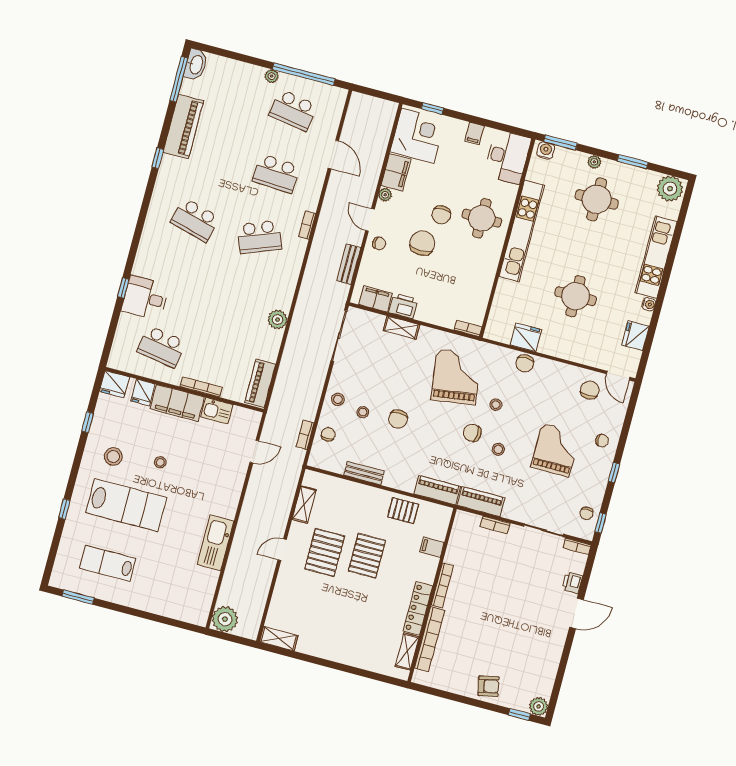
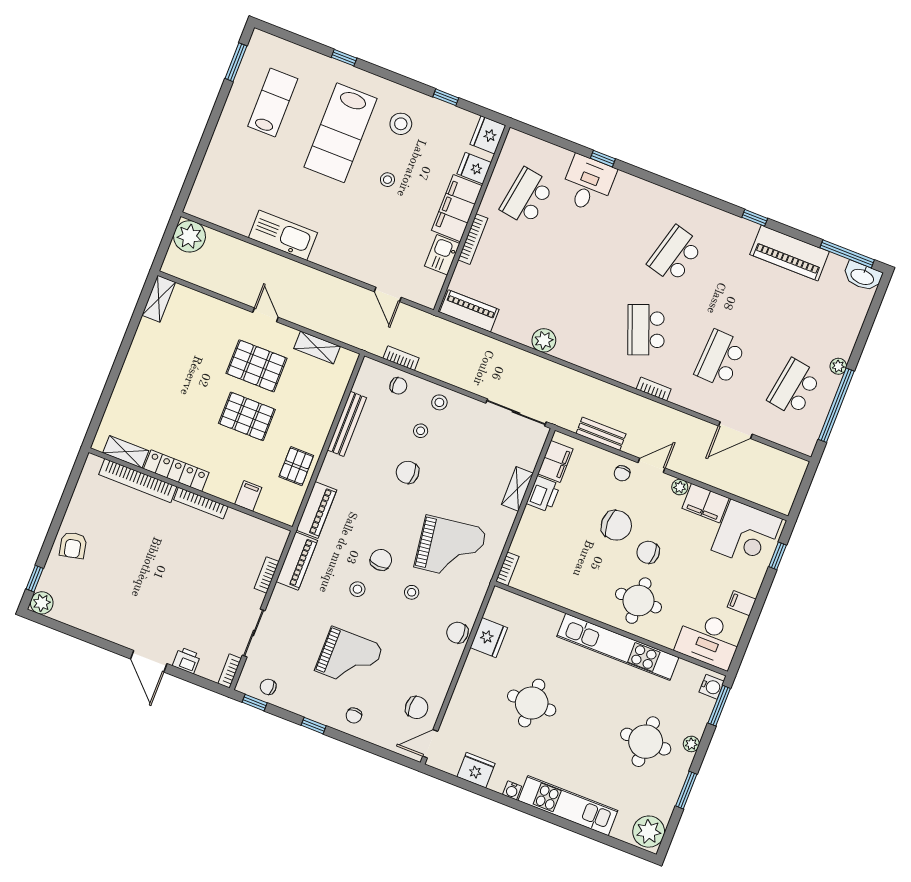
bench: (364, 473) -> (347, 424), width x1.36

